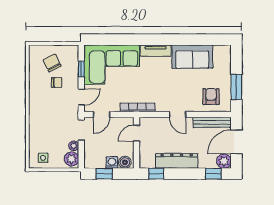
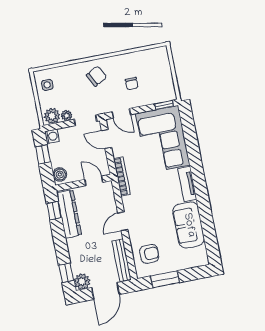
chair: (52, 63) -> (97, 76), moved
window: (81, 69) -> (164, 105), moved
door: (236, 142) -> (105, 291), swing flipped
dresser: (177, 161) -> (69, 214), moved
washing machine: (112, 163) -> (52, 136), moved

